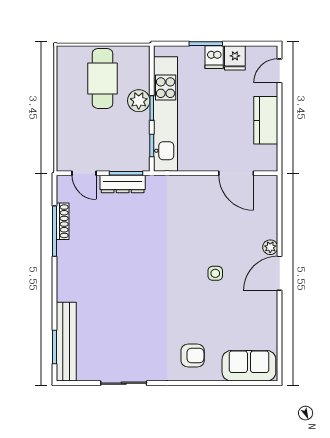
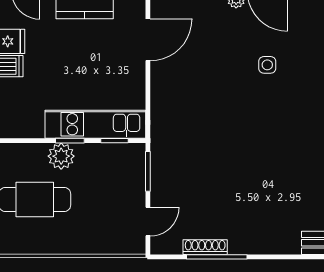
kitchen unit: (166, 114) -> (95, 124), width x0.73
dresser: (123, 184) -> (161, 175), removed

